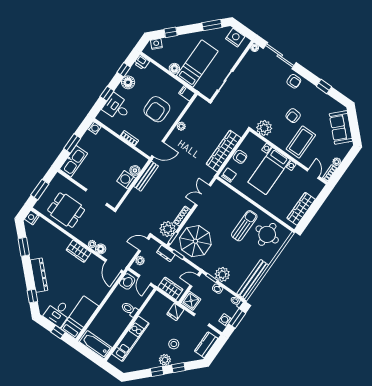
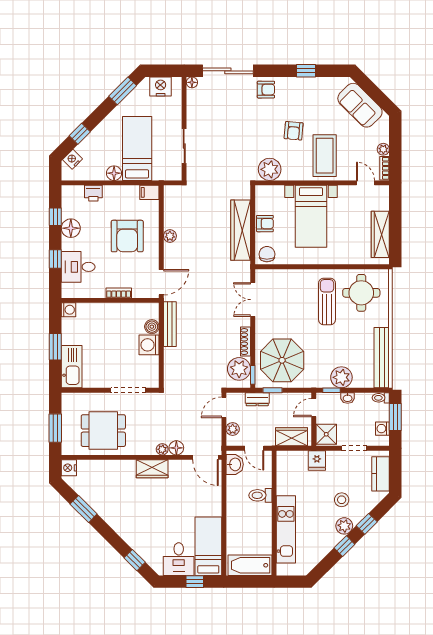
printer: (142, 62) -> (93, 193), moved
dresser: (39, 275) -> (125, 530), removed

